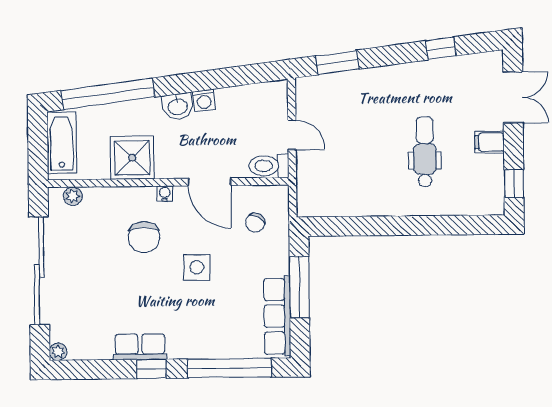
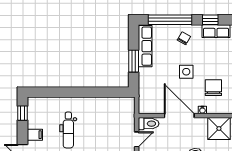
door: (292, 135) -> (137, 139), swing flipped
door: (210, 182) -> (179, 116), width x1.36
chair: (255, 223) -> (184, 38), moved
window: (299, 287) -> (134, 61), width x0.69

